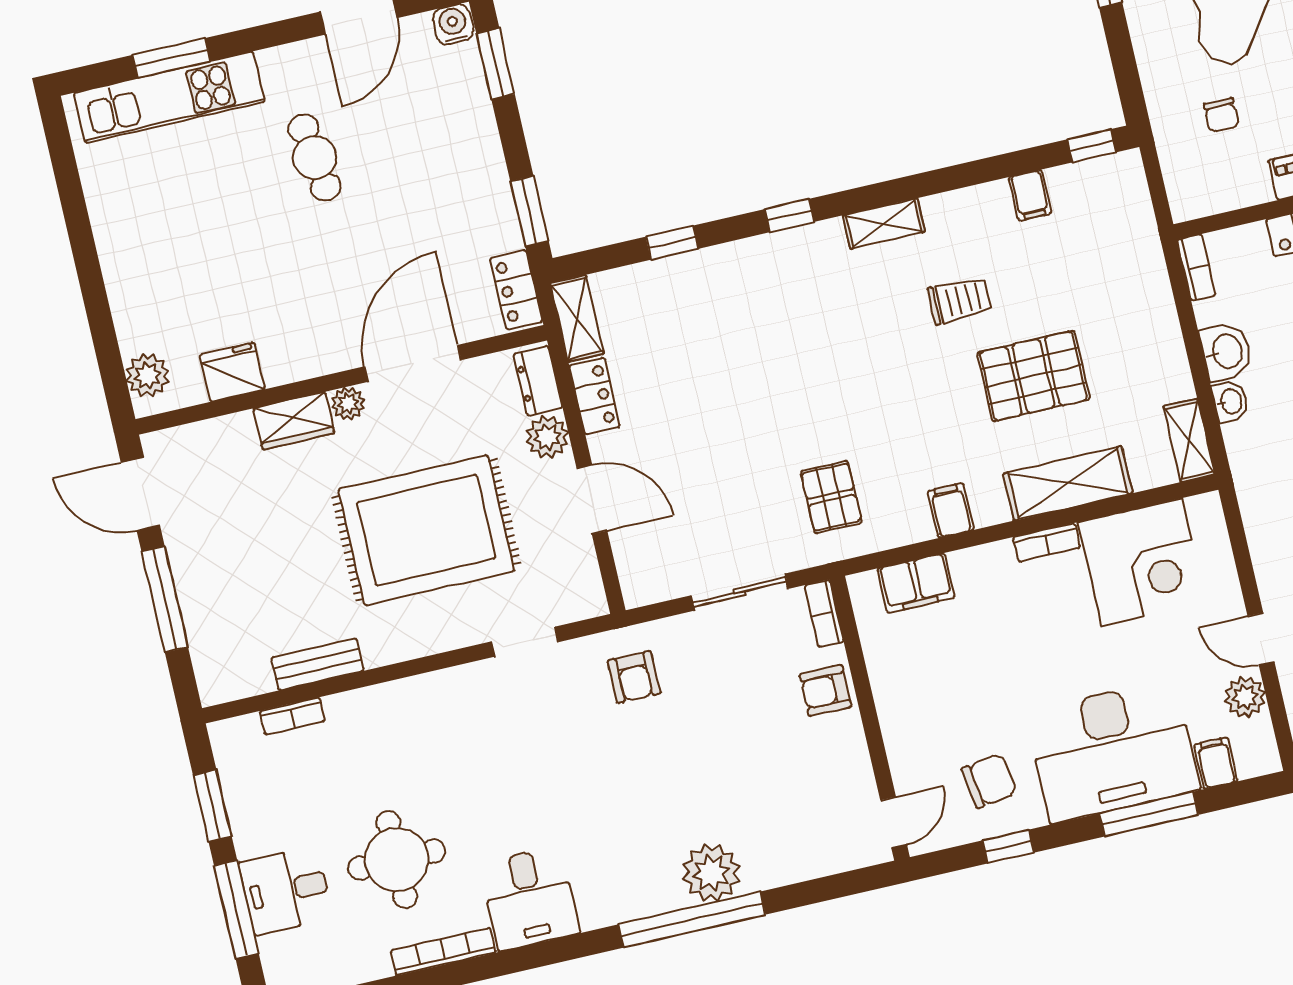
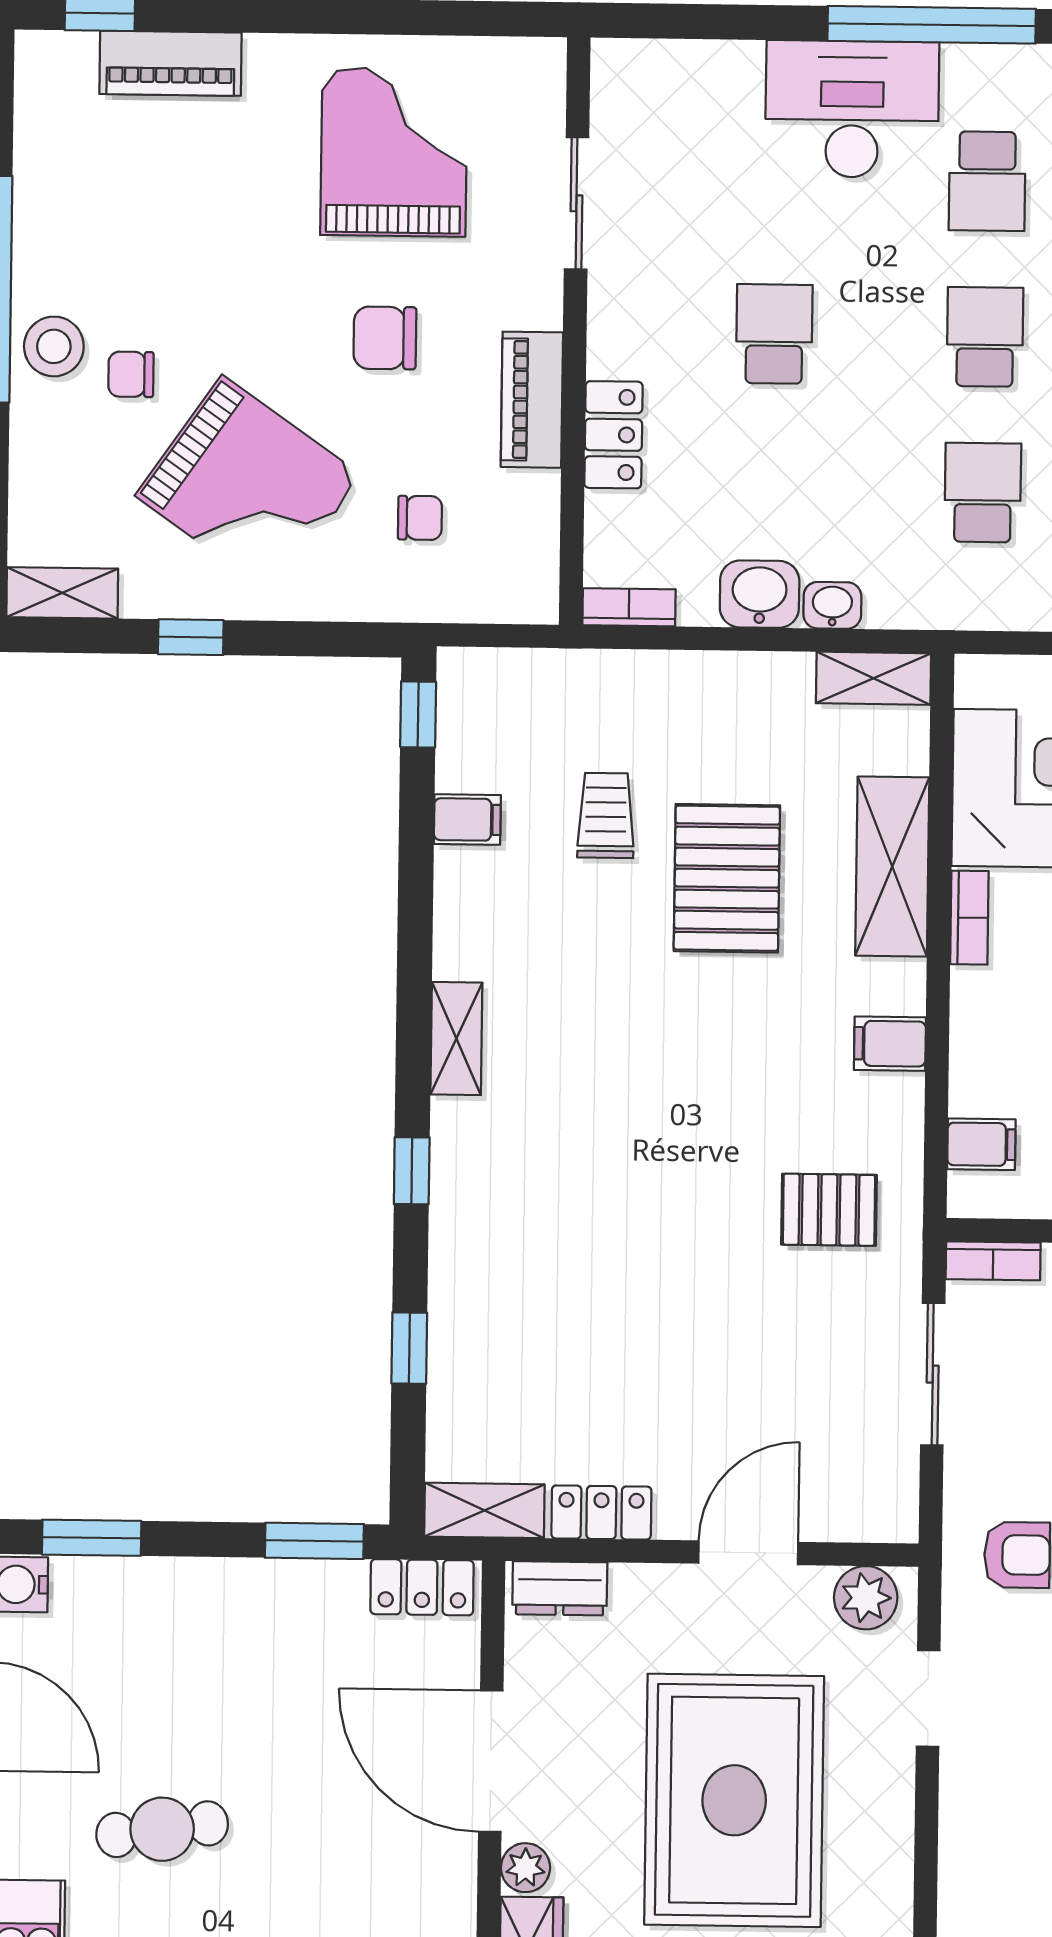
trolley: (960, 300) -> (606, 816), moved
plant: (547, 437) -> (866, 1598), moved
filing cabinet: (916, 583) -> (981, 1144), width x0.50

